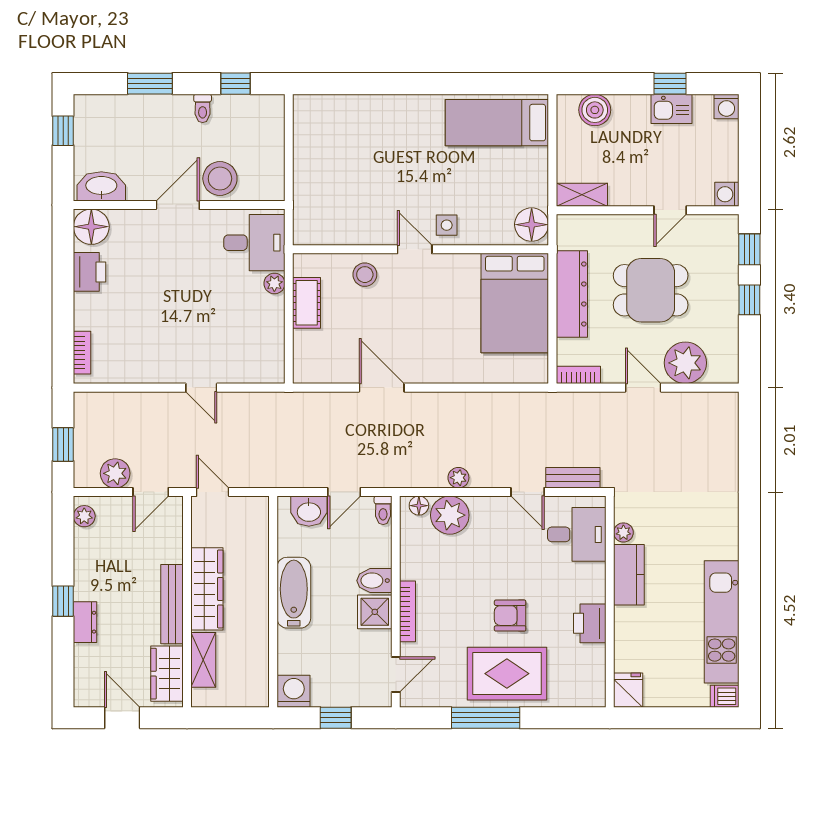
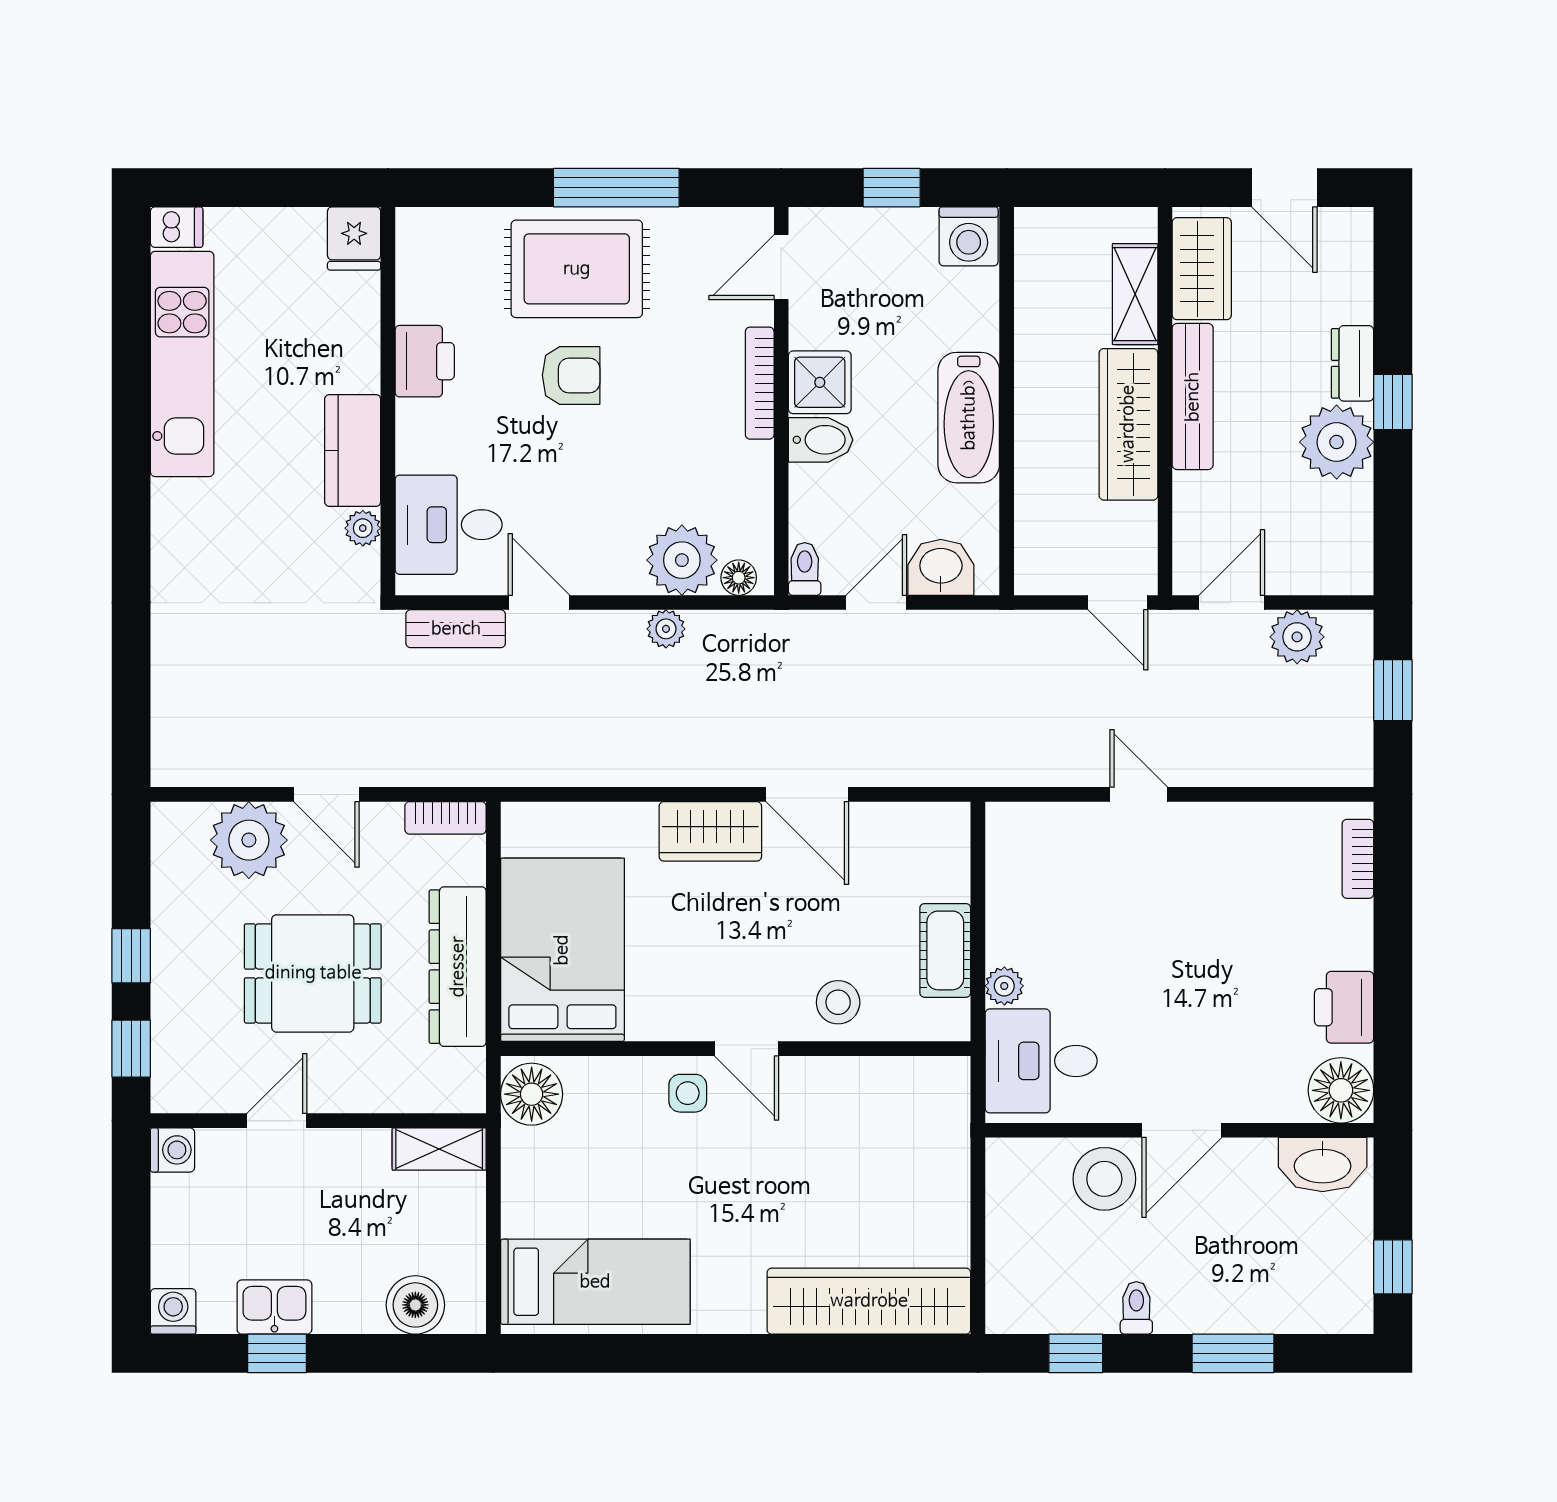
wardrobe: (348, 112) -> (869, 1301), added
wardrobe: (434, 368) -> (710, 831), added
plant: (84, 516) -> (1337, 442), moved, width x1.87, depth x1.87

